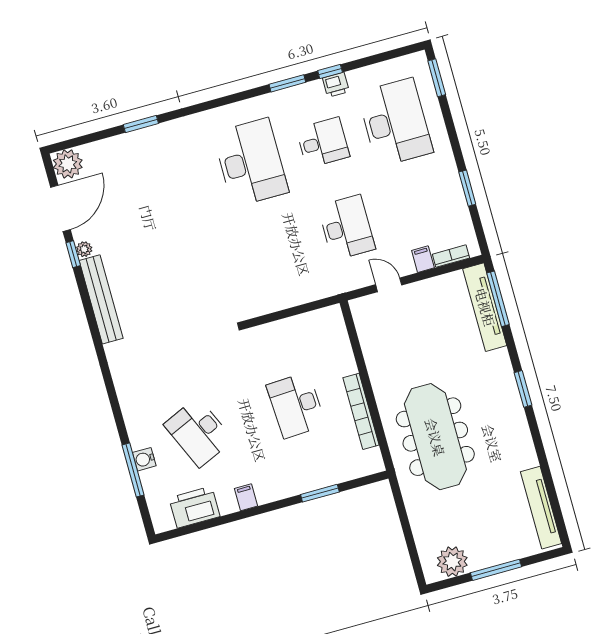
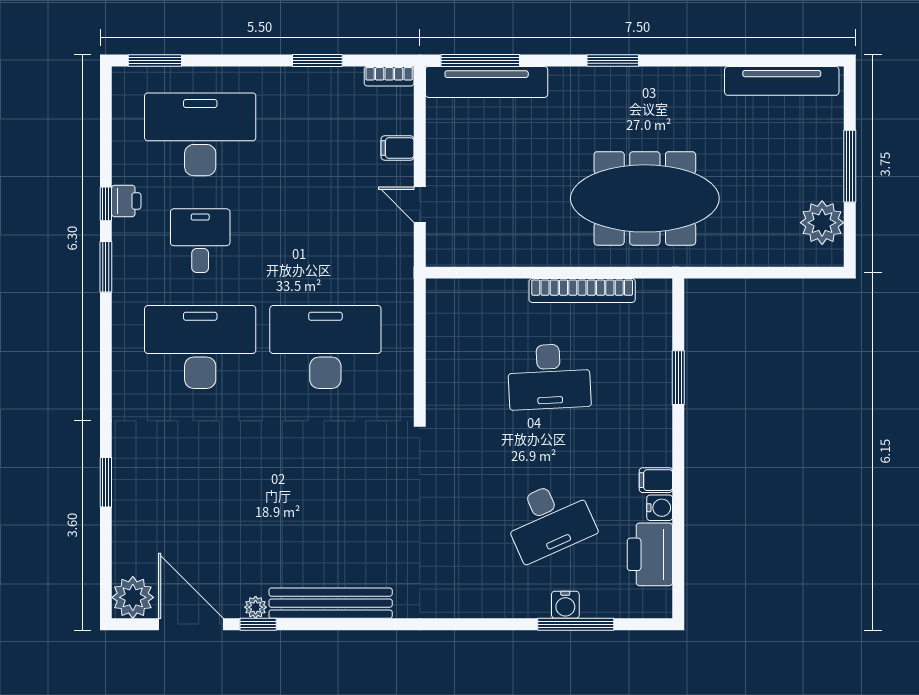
desk: (346, 228) -> (325, 347), moved, width x1.36, depth x1.30
bookcase: (451, 256) -> (389, 76), moved, turned -90
door: (389, 285) -> (420, 205), hinge flipped
water cooler: (228, 505) -> (660, 508), added

